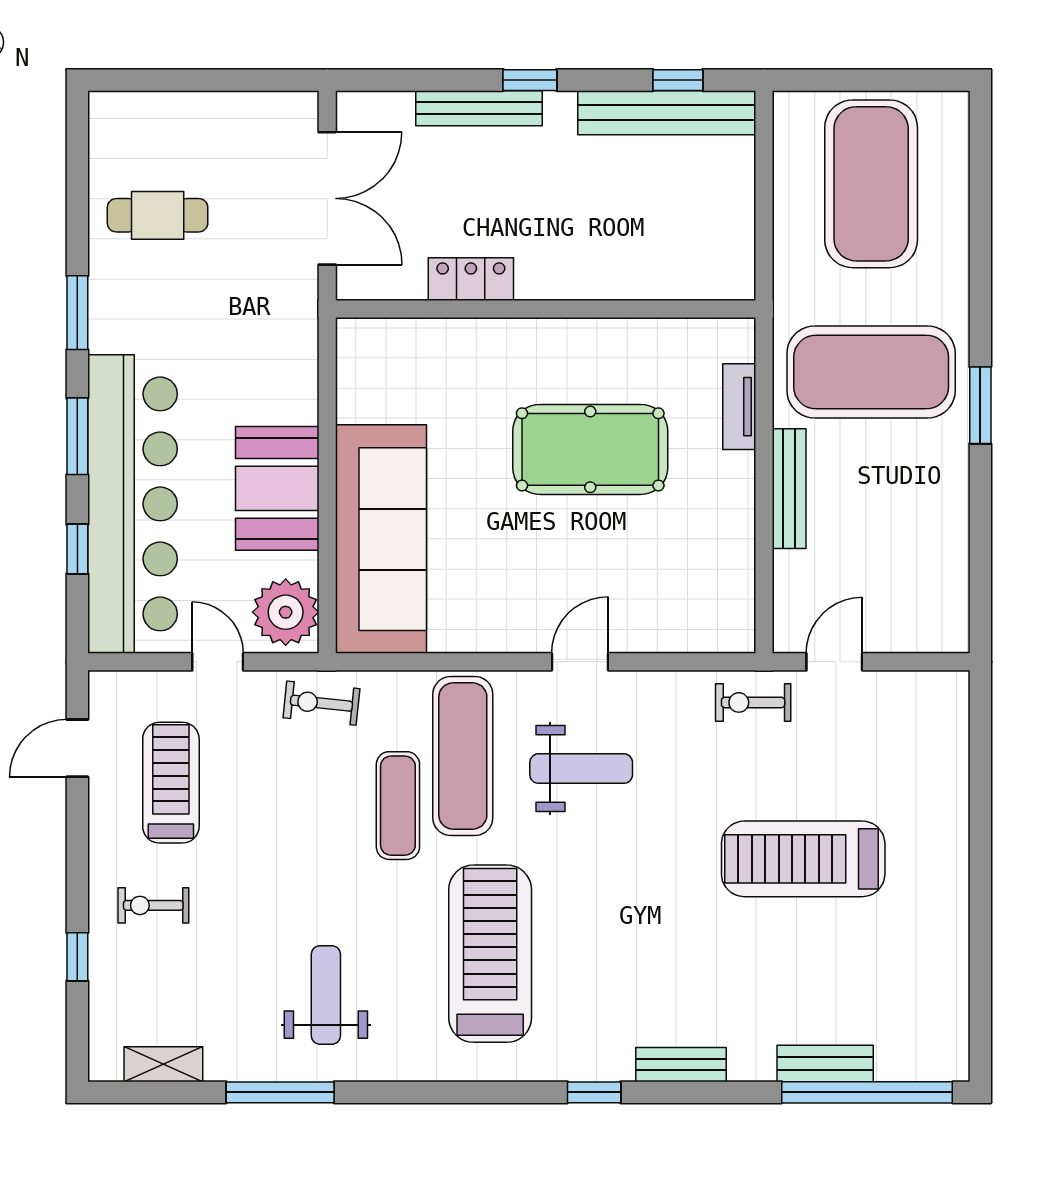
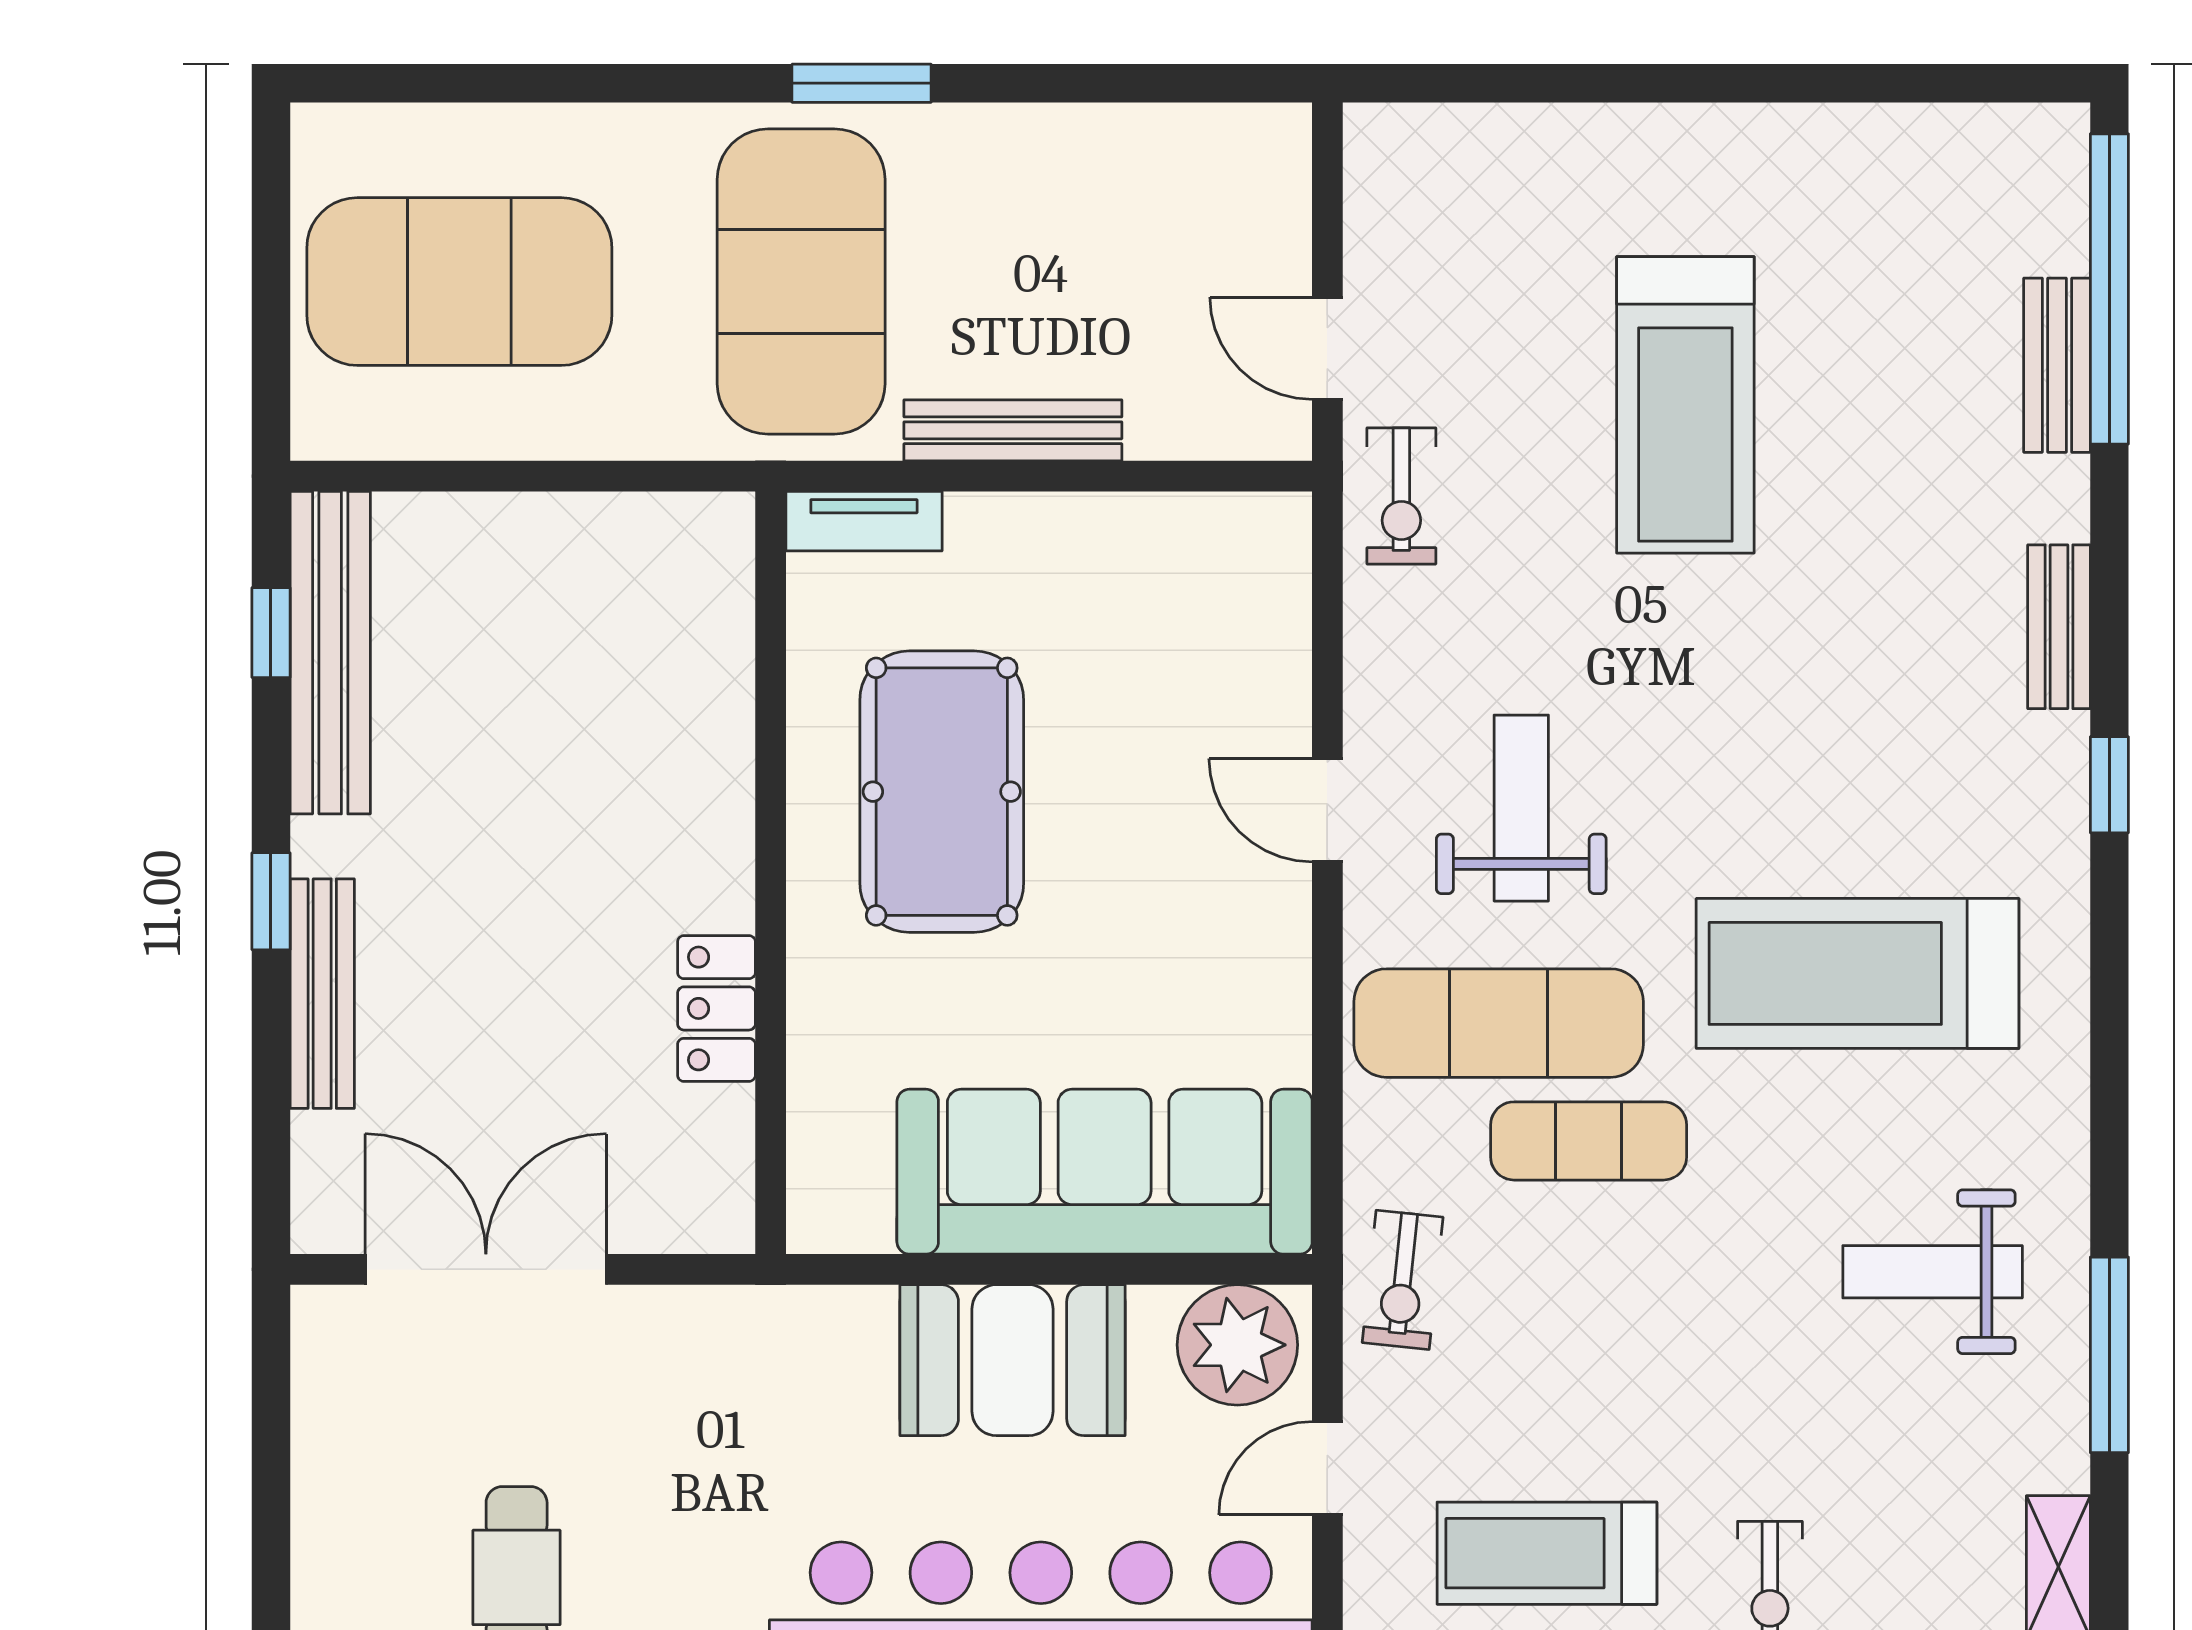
locker: (471, 279) -> (716, 1008), moved
wall: (546, 309) -> (771, 873), moved

